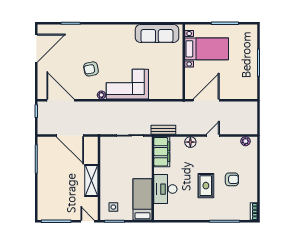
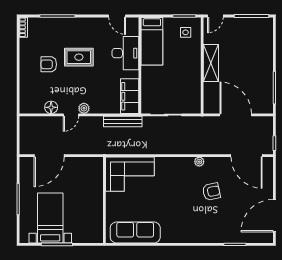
bed with nightstands: (207, 49) -> (50, 218), moved, turned 90
corner sofa: (127, 84) -> (130, 174), moved
door: (206, 100) -> (49, 156), moved
bench: (163, 130) -> (123, 122), width x1.36
plant: (246, 141) -> (84, 108), moved
floor lamp: (190, 142) -> (51, 107), moved
rug: (206, 186) -> (79, 57), turned 90
door: (88, 221) -> (215, 16), hinge flipped
door: (173, 221) -> (117, 16), added

